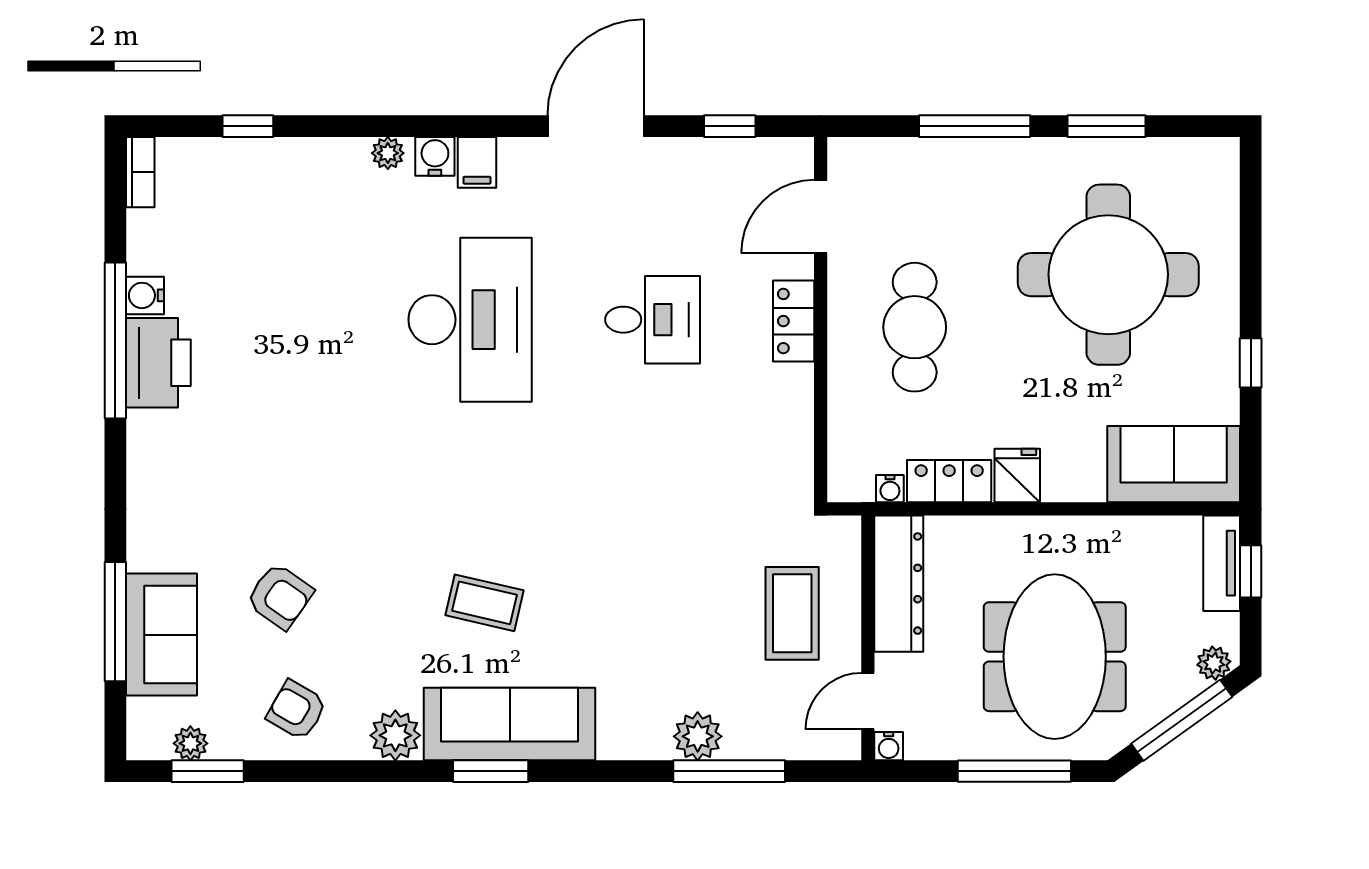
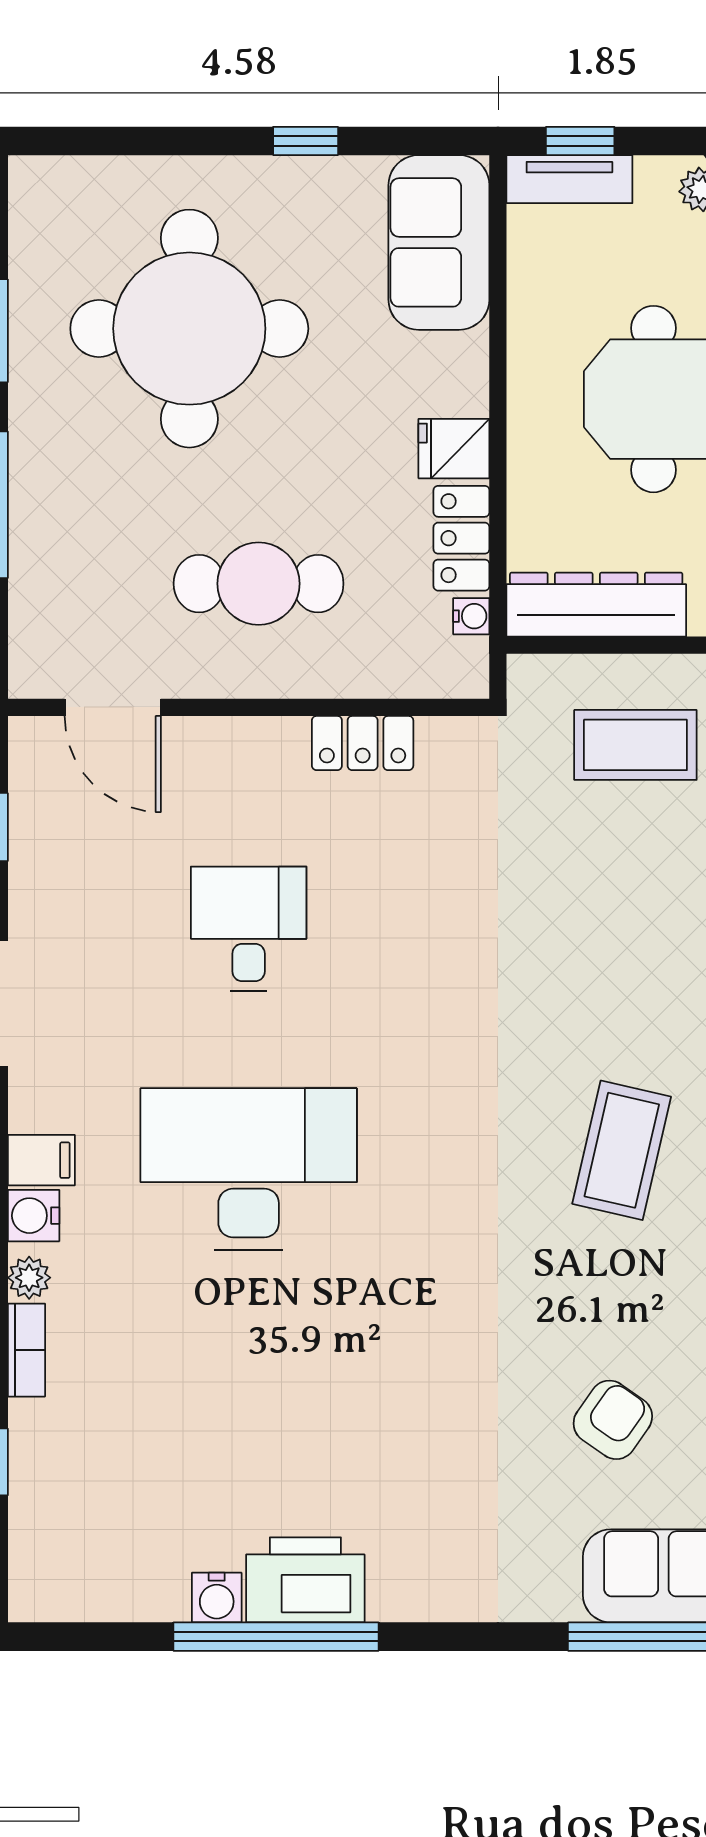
bookcase: (140, 172) -> (26, 1350), moved, turned 90
locker: (794, 321) -> (363, 743), moved
coffee table: (485, 603) -> (622, 1150), width x1.36, depth x1.30

